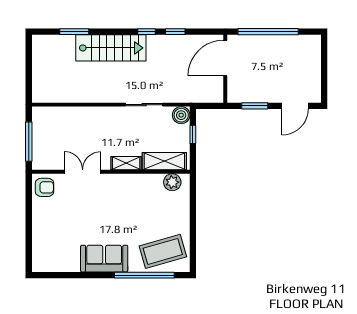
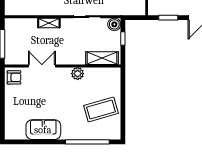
shelving: (126, 163) -> (49, 23), moved
plant: (172, 182) -> (78, 74), moved
coffee table: (163, 251) -> (101, 109), moved
sofa: (104, 259) -> (43, 130), moved

